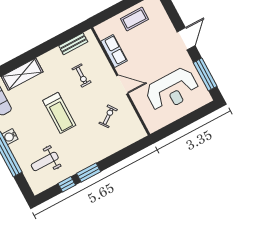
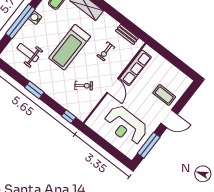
coffee table: (134, 19) -> (164, 95), moved
row of seats: (114, 51) -> (135, 68), width x1.48
treadmill: (59, 113) -> (70, 47), width x1.37, depth x1.38
window: (67, 184) -> (69, 117), moved

